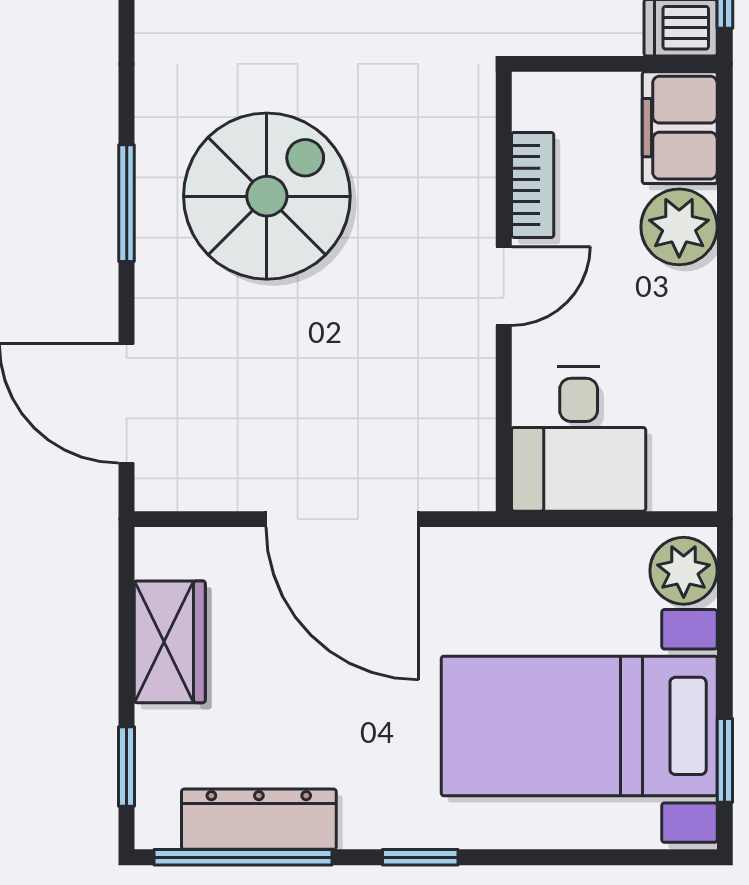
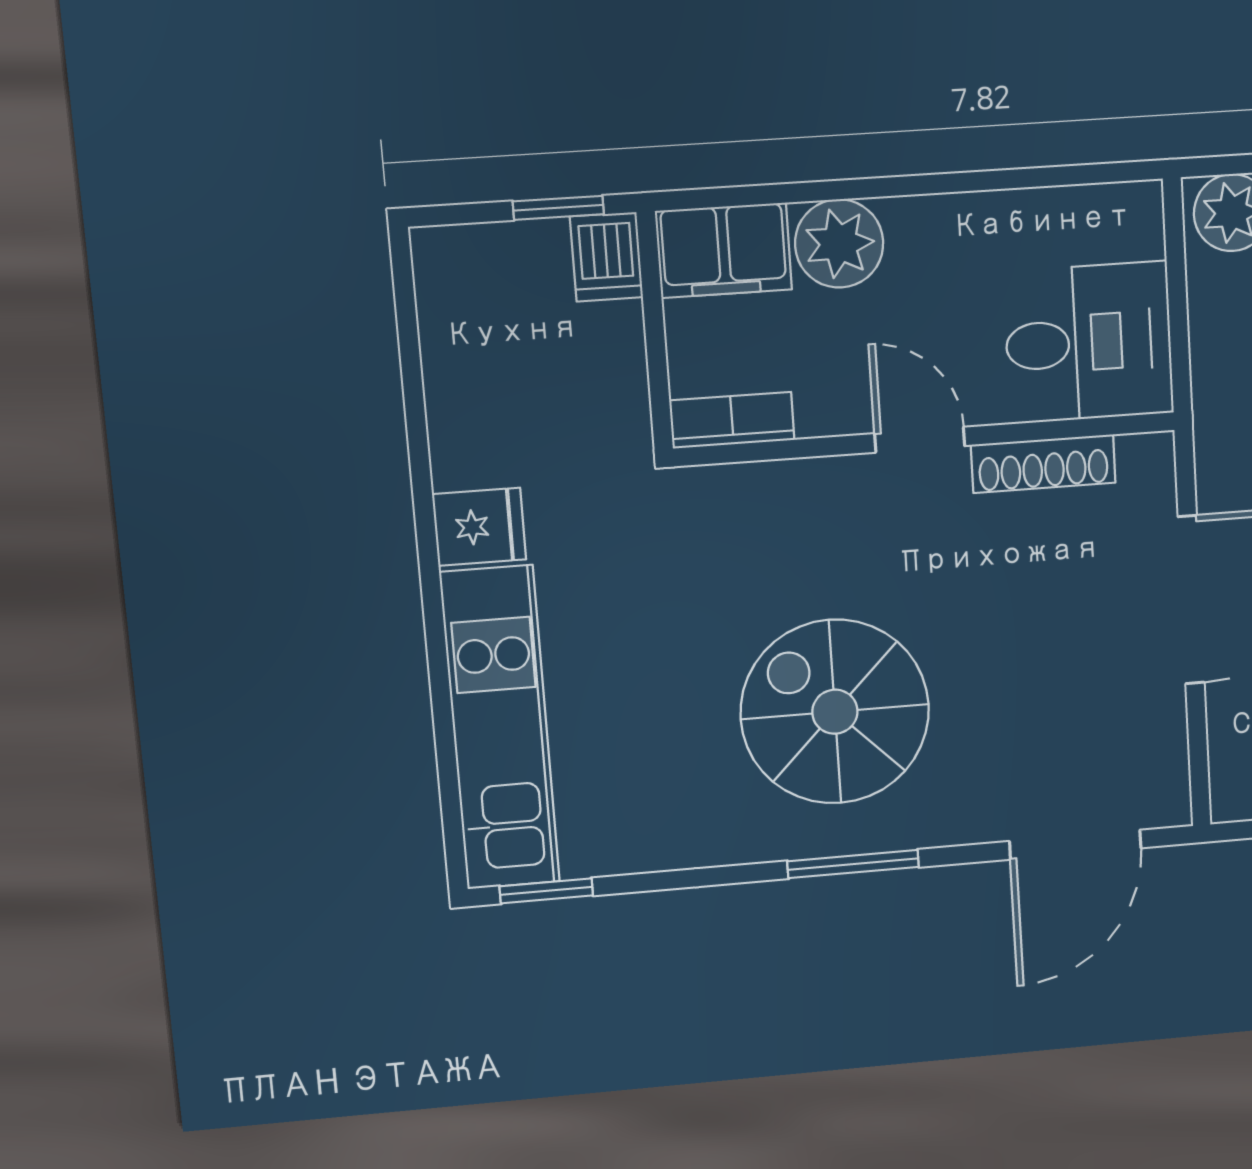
bookcase: (533, 185) -> (732, 420), moved
shoe rack: (474, 393) -> (1043, 464), added

